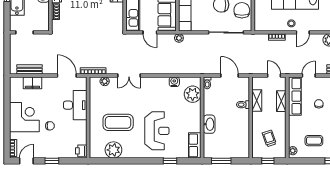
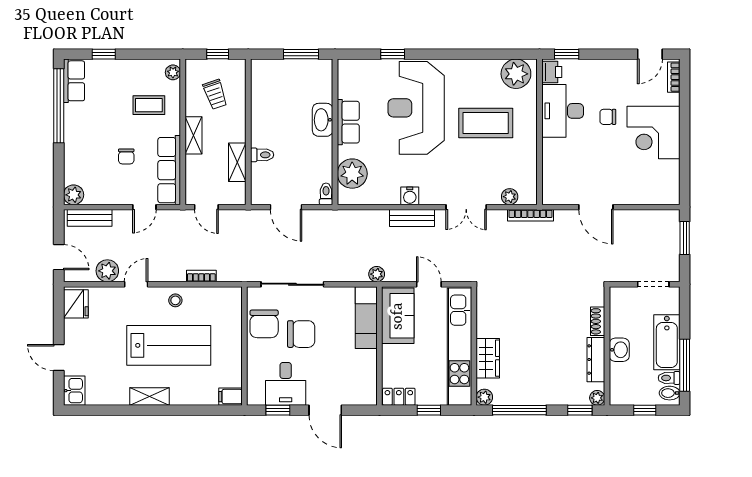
door: (303, 32) -> (136, 284), moved
window: (7, 58) -> (685, 238), added
bench: (29, 69) -> (412, 218), moved
door: (67, 75) -> (596, 207), moved
double door: (129, 75) -> (466, 207), swing flipped
water cooler: (174, 82) -> (410, 196), moved
filing cabinet: (32, 83) -> (639, 194), removed
shelving: (281, 101) -> (193, 135), moved
desk: (75, 105) -> (563, 111), moved
reception desk: (157, 131) -> (416, 108), width x1.36, depth x1.30
coffee table: (314, 141) -> (149, 105), moved
row of seats: (195, 145) -> (348, 122), moved
plant: (113, 150) -> (516, 74), moved
window: (52, 161) -> (567, 54), moved

